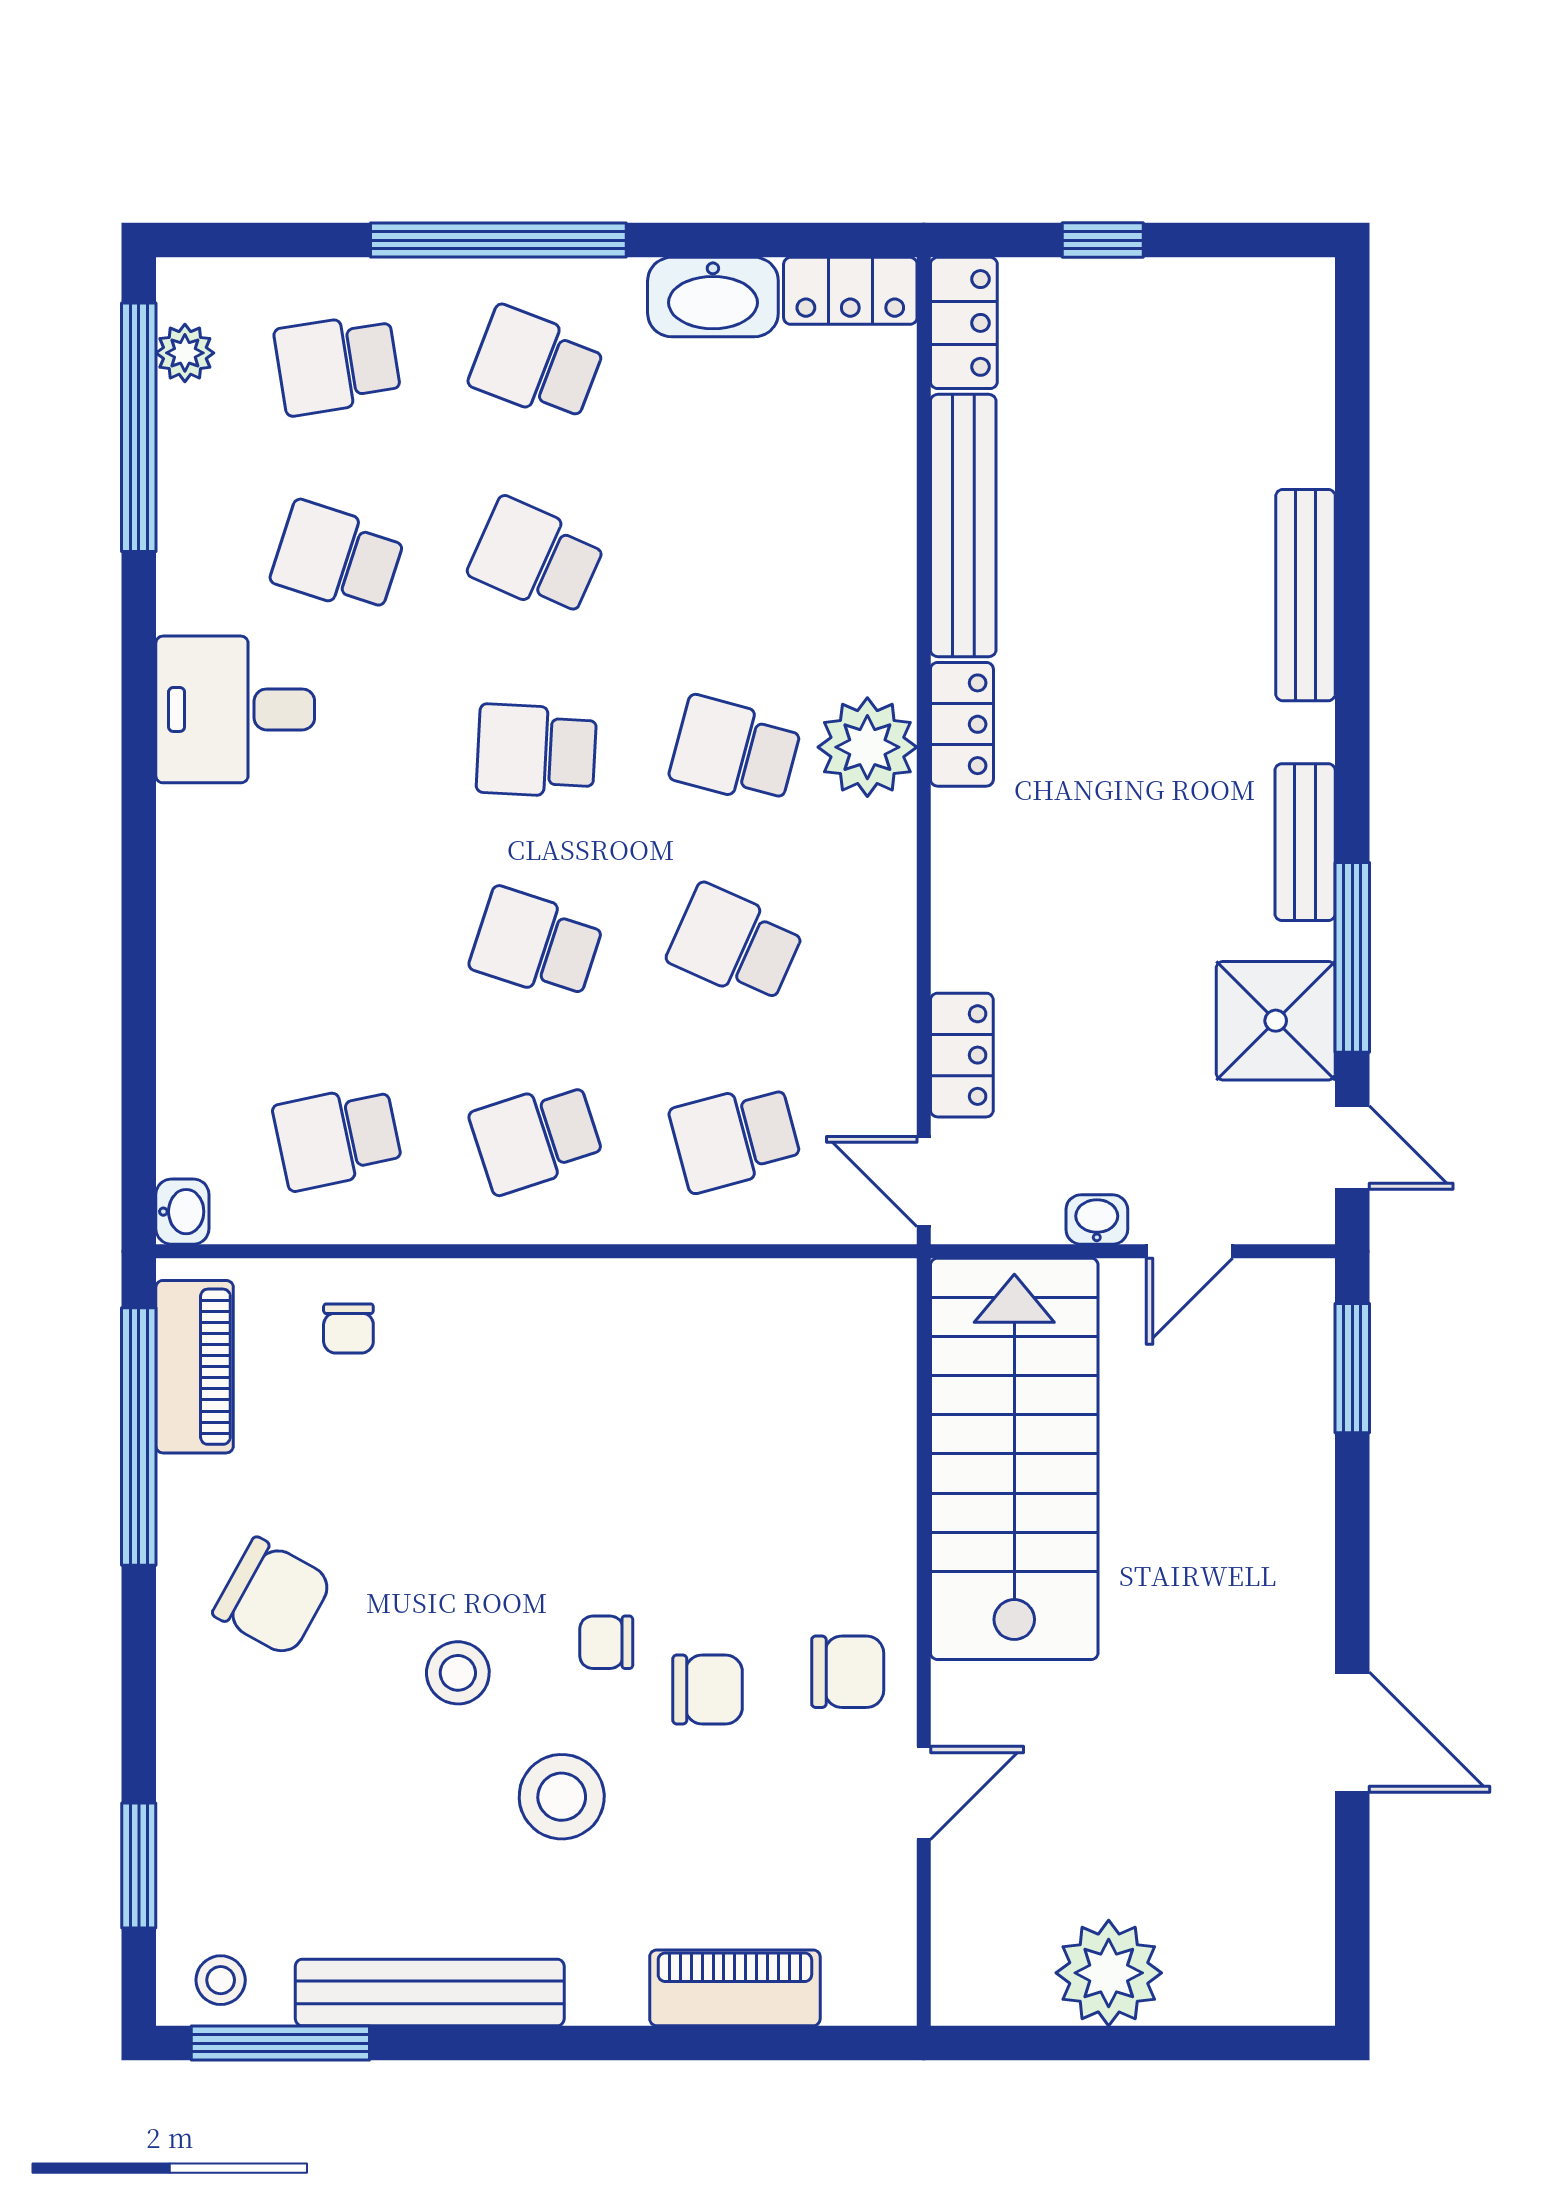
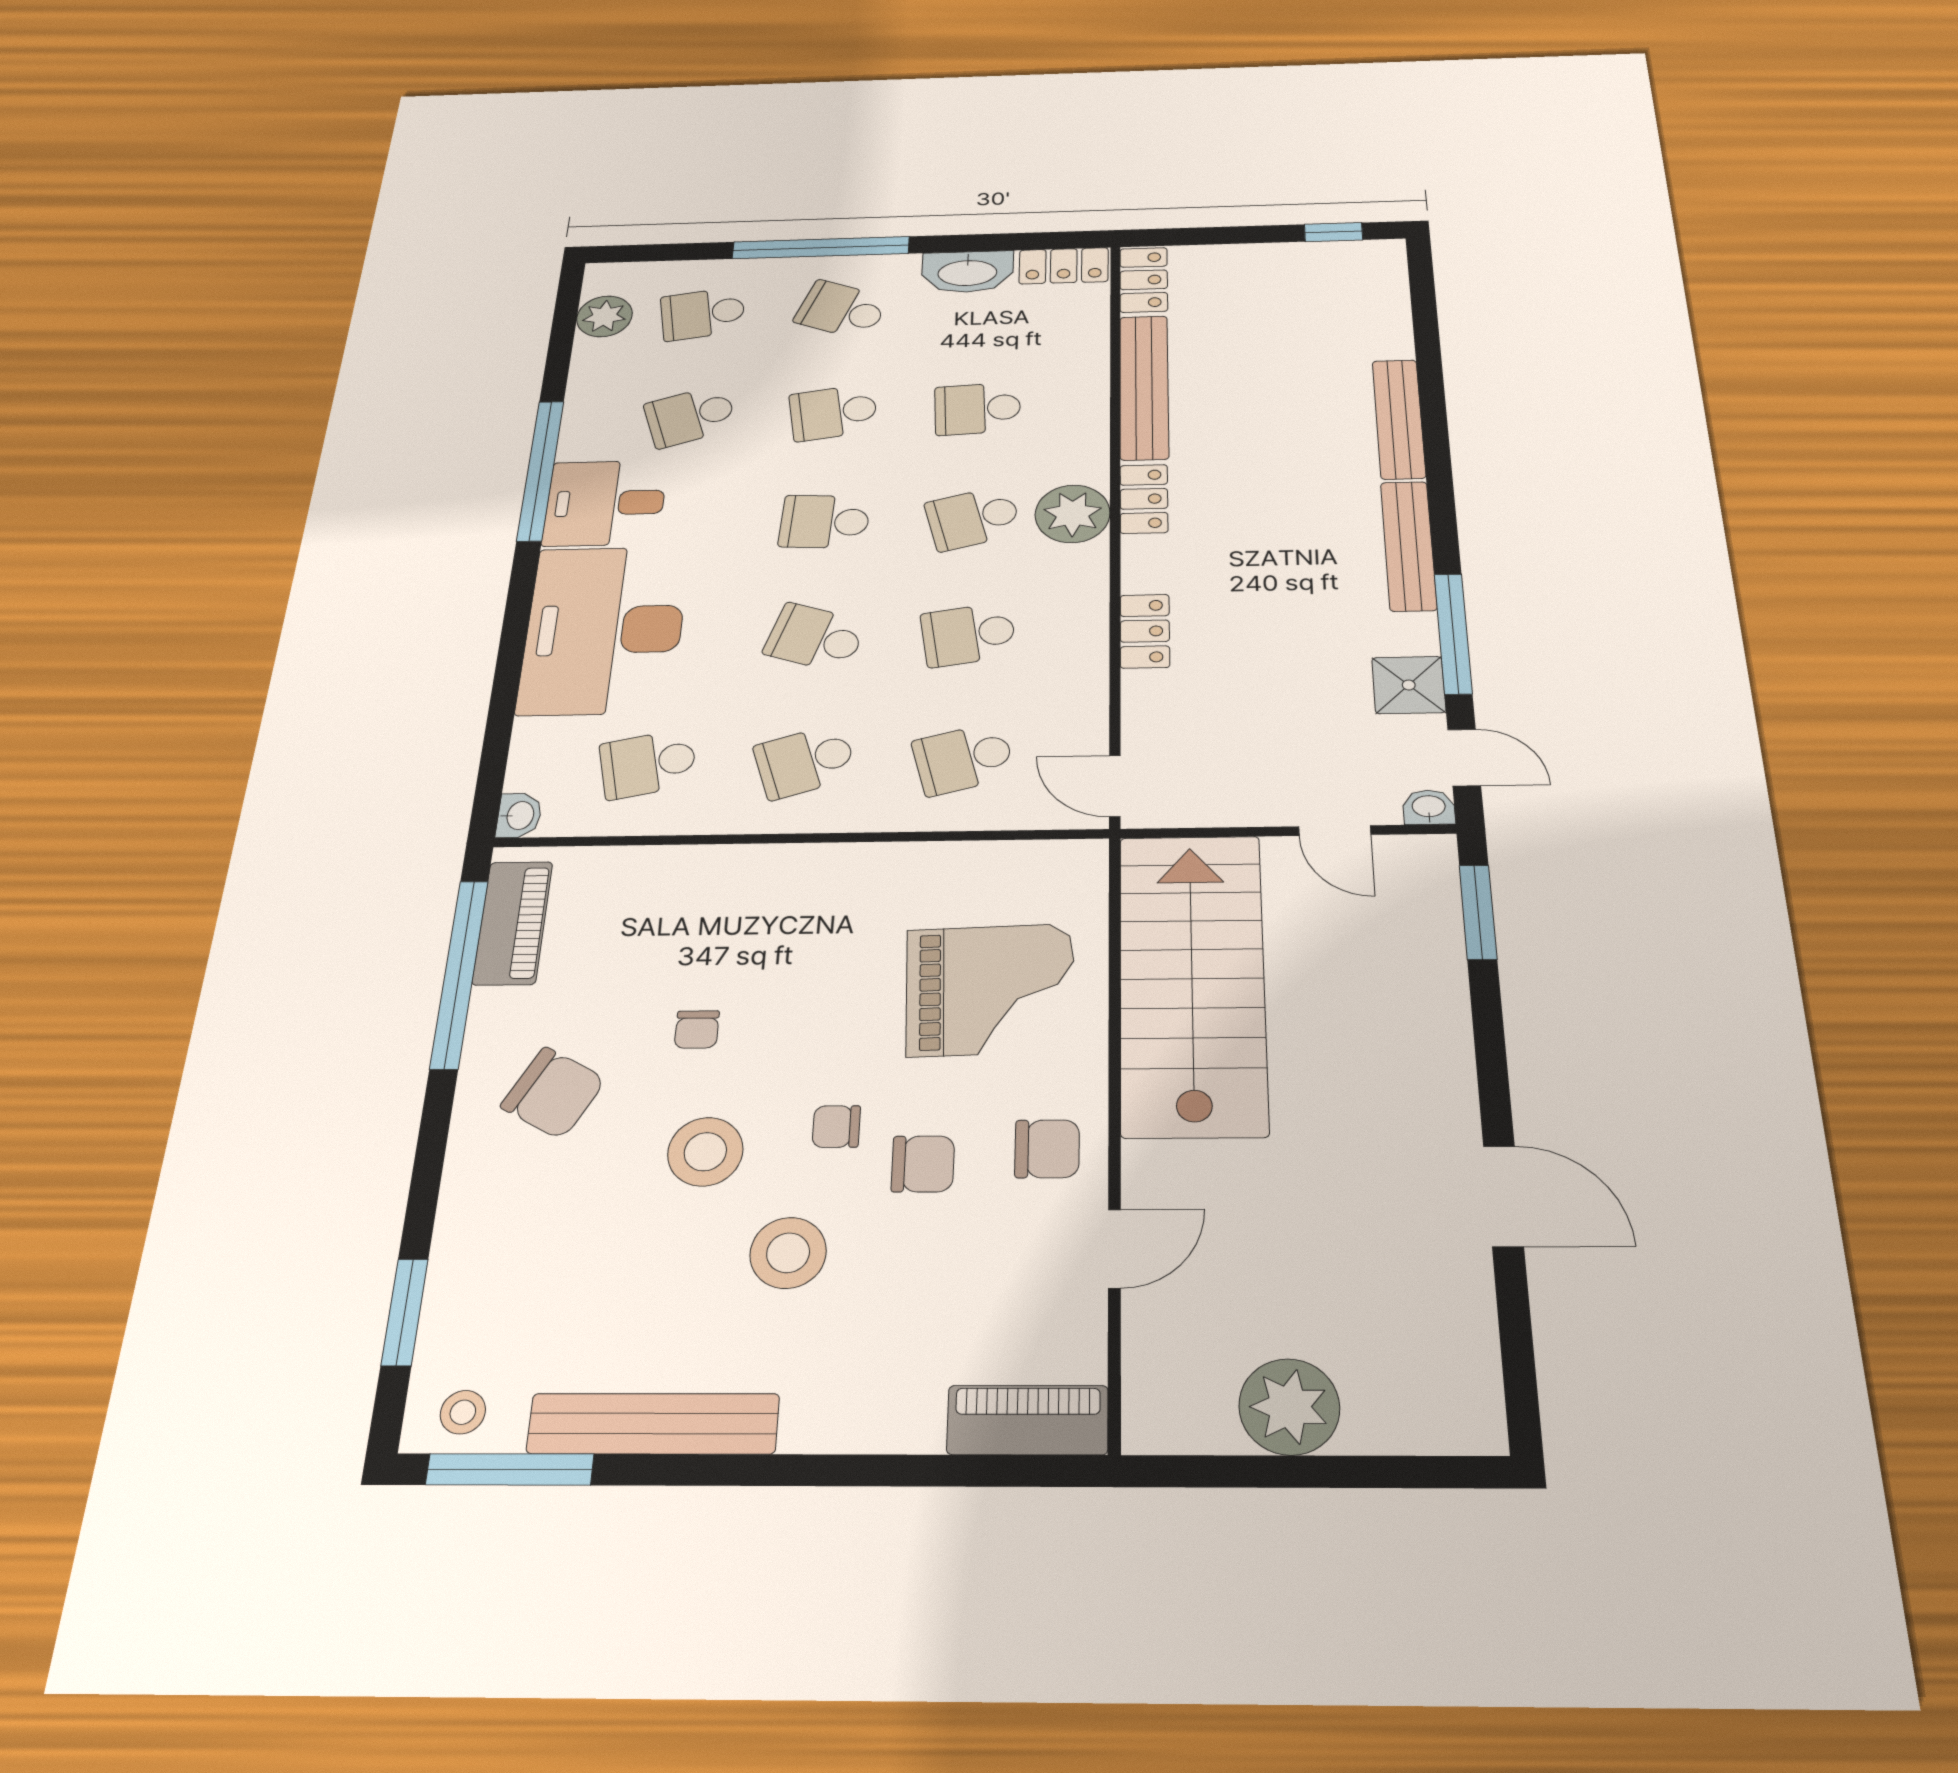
window: (1103, 240) -> (1334, 232), moved
plant: (185, 353) -> (604, 316), width x1.38, depth x1.38
window: (139, 427) -> (540, 470), moved
school desk: (338, 558) -> (690, 416), turned -36
school desk: (536, 558) -> (833, 413), turned -33
school desk: (735, 558) -> (978, 409), added
school desk: (735, 751) -> (973, 518), turned -30
bench: (1305, 842) -> (1409, 546), width x1.36
desk: (258, 924) -> (604, 630), added
school desk: (735, 944) -> (969, 635), turned -33
shower: (1276, 1021) -> (1409, 685), width x0.73, depth x0.73
locker: (962, 1055) -> (1145, 631), moved
washbasin: (1097, 1220) -> (1429, 807), moved
door: (1190, 1251) -> (1335, 831), hinge flipped
chair: (348, 1329) -> (697, 1029), moved
grand piano: (778, 1466) -> (990, 990), added
stool: (458, 1673) -> (705, 1152), width x1.38, depth x1.38
piano: (735, 1988) -> (1028, 1420), moved

